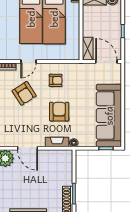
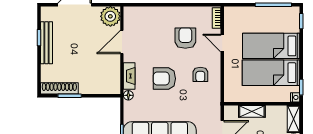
shelving: (88, 49) -> (252, 111), moved
armchair: (24, 93) -> (185, 38), turned 123
armchair: (59, 112) -> (164, 79), turned 180

